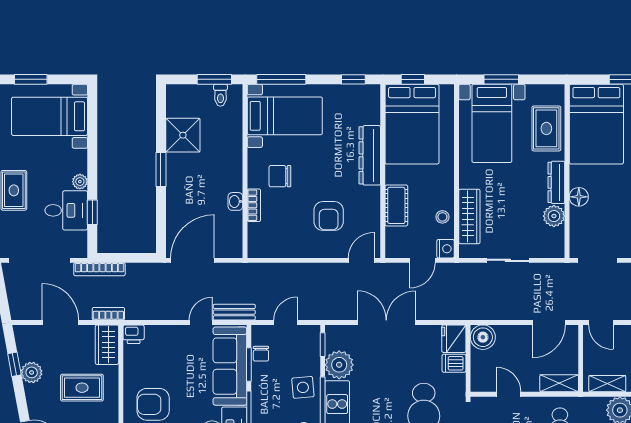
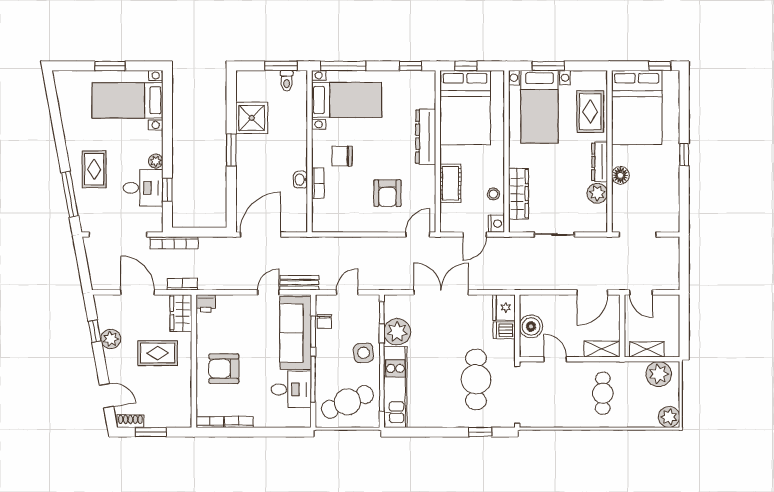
boiler: (483, 337) -> (531, 326), moved

